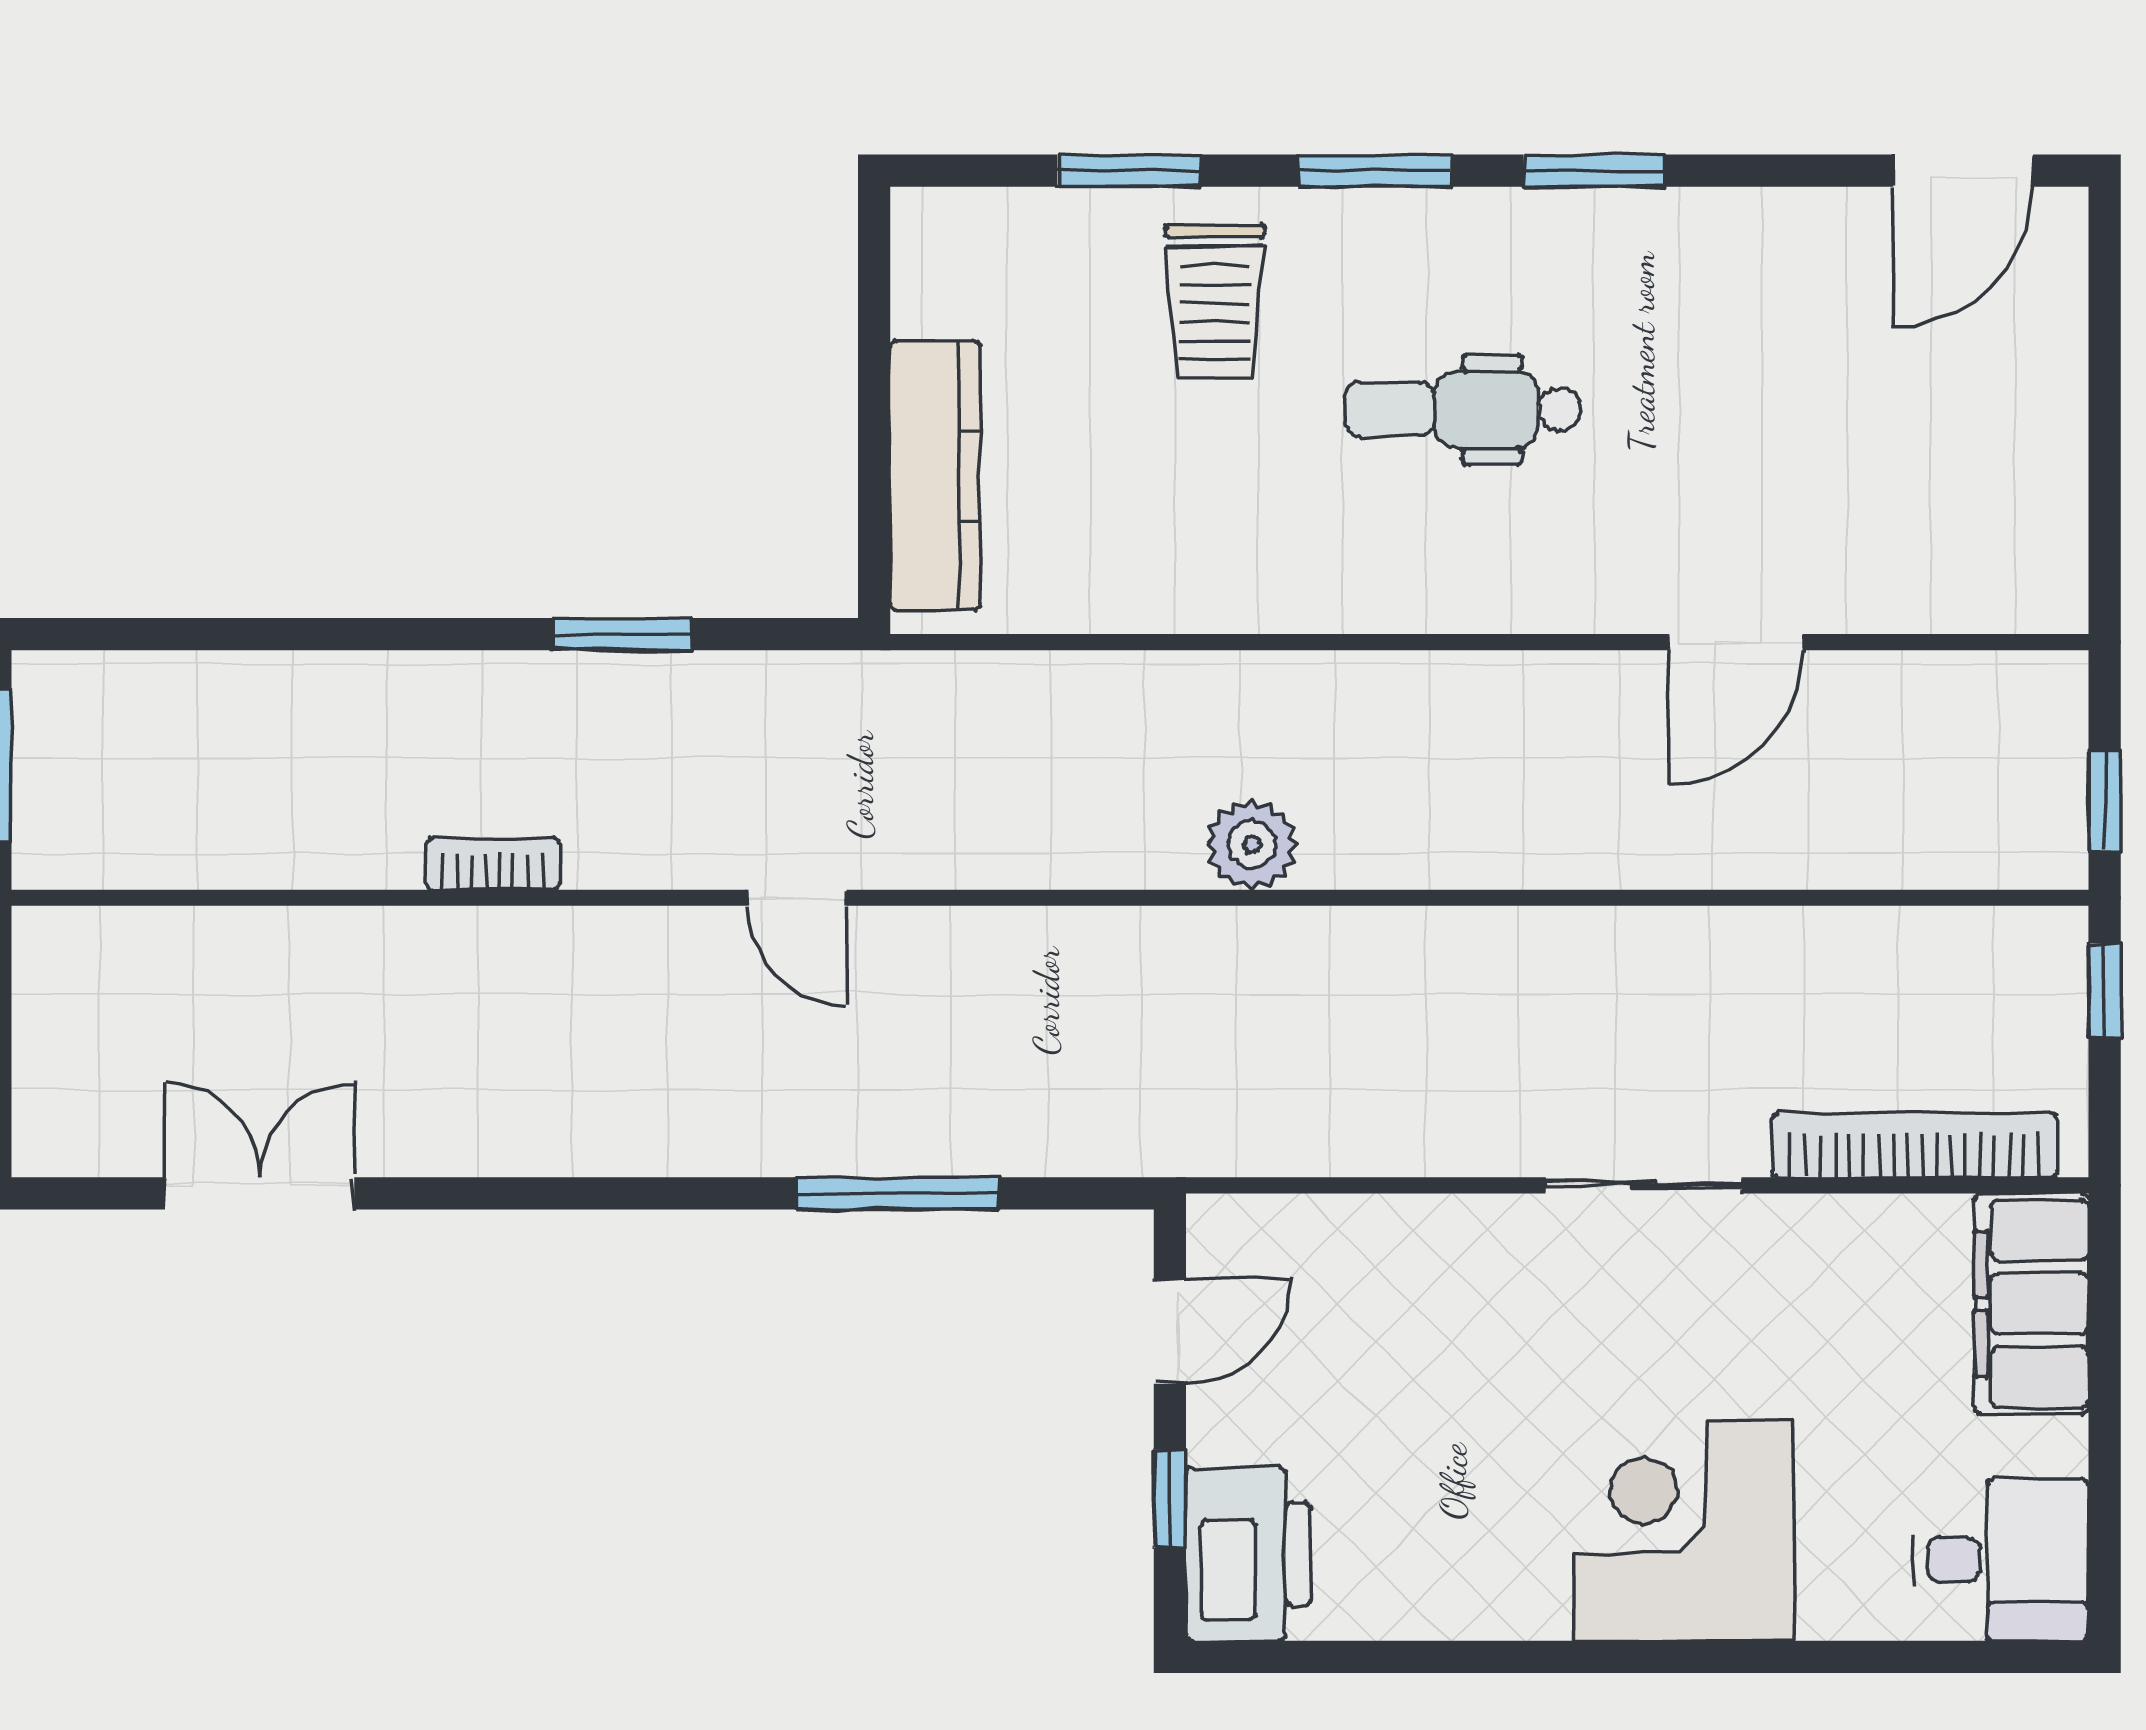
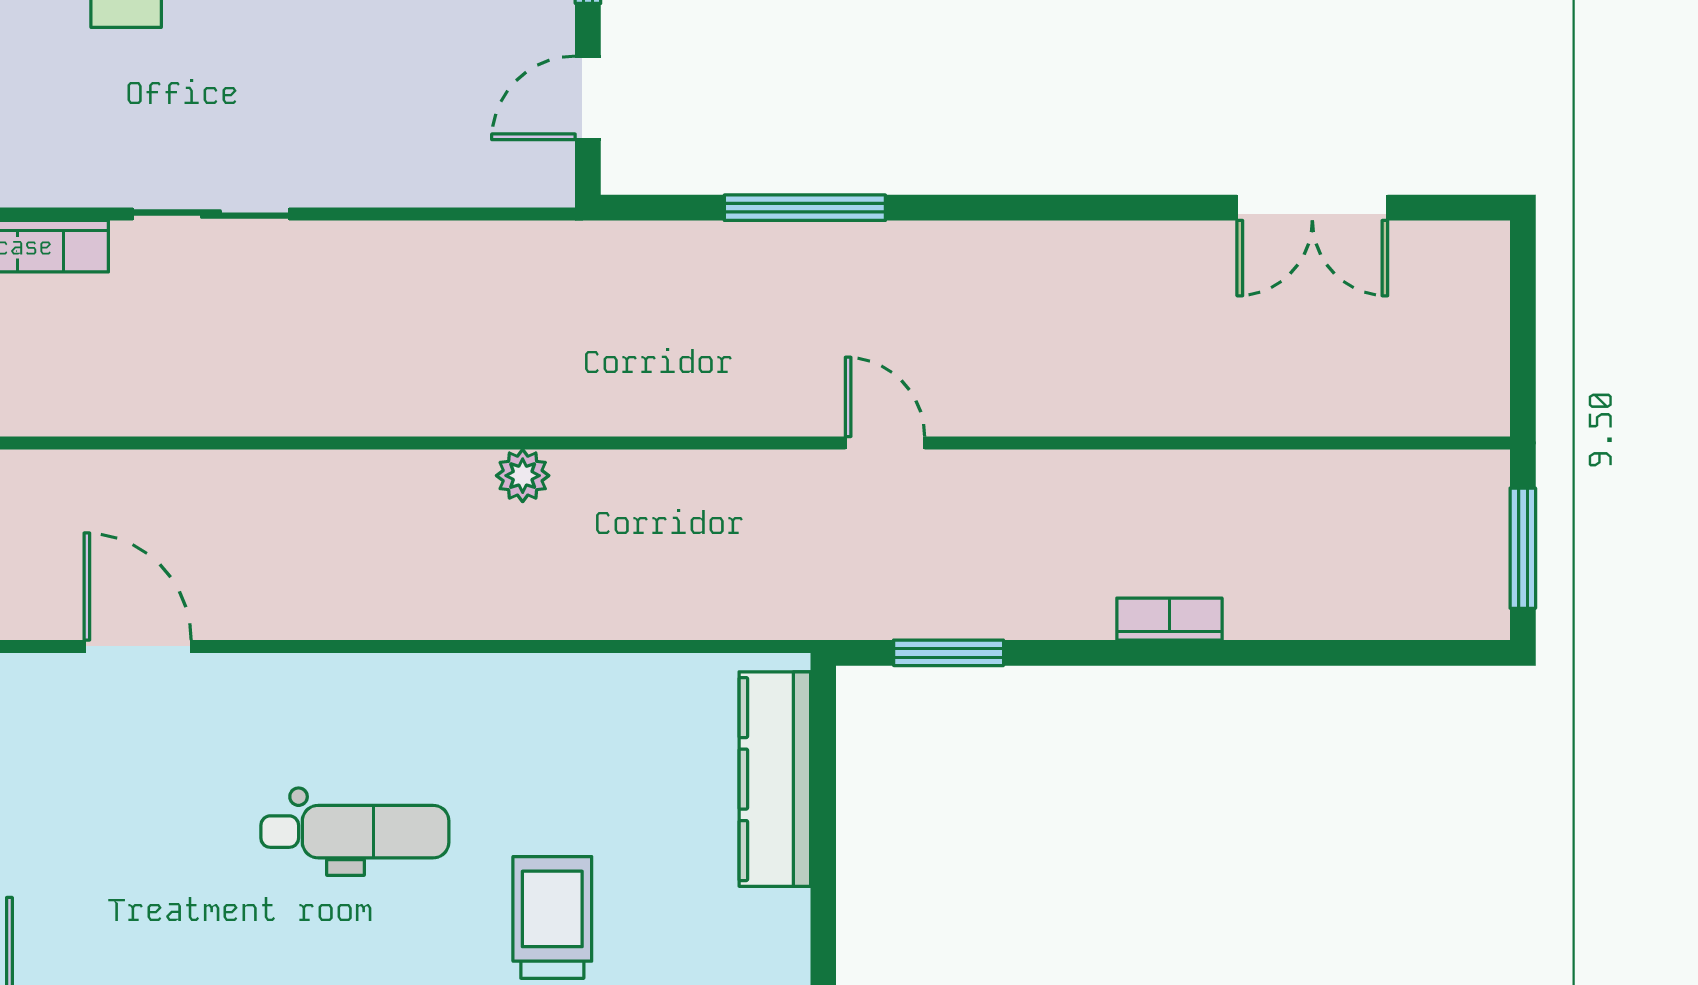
window: (623, 634) -> (949, 653), moved
door: (1736, 642) -> (138, 646), hinge flipped
plant: (1252, 844) -> (523, 476), width x0.73, depth x0.73
bookcase: (493, 863) -> (1169, 619), moved, turned 180

